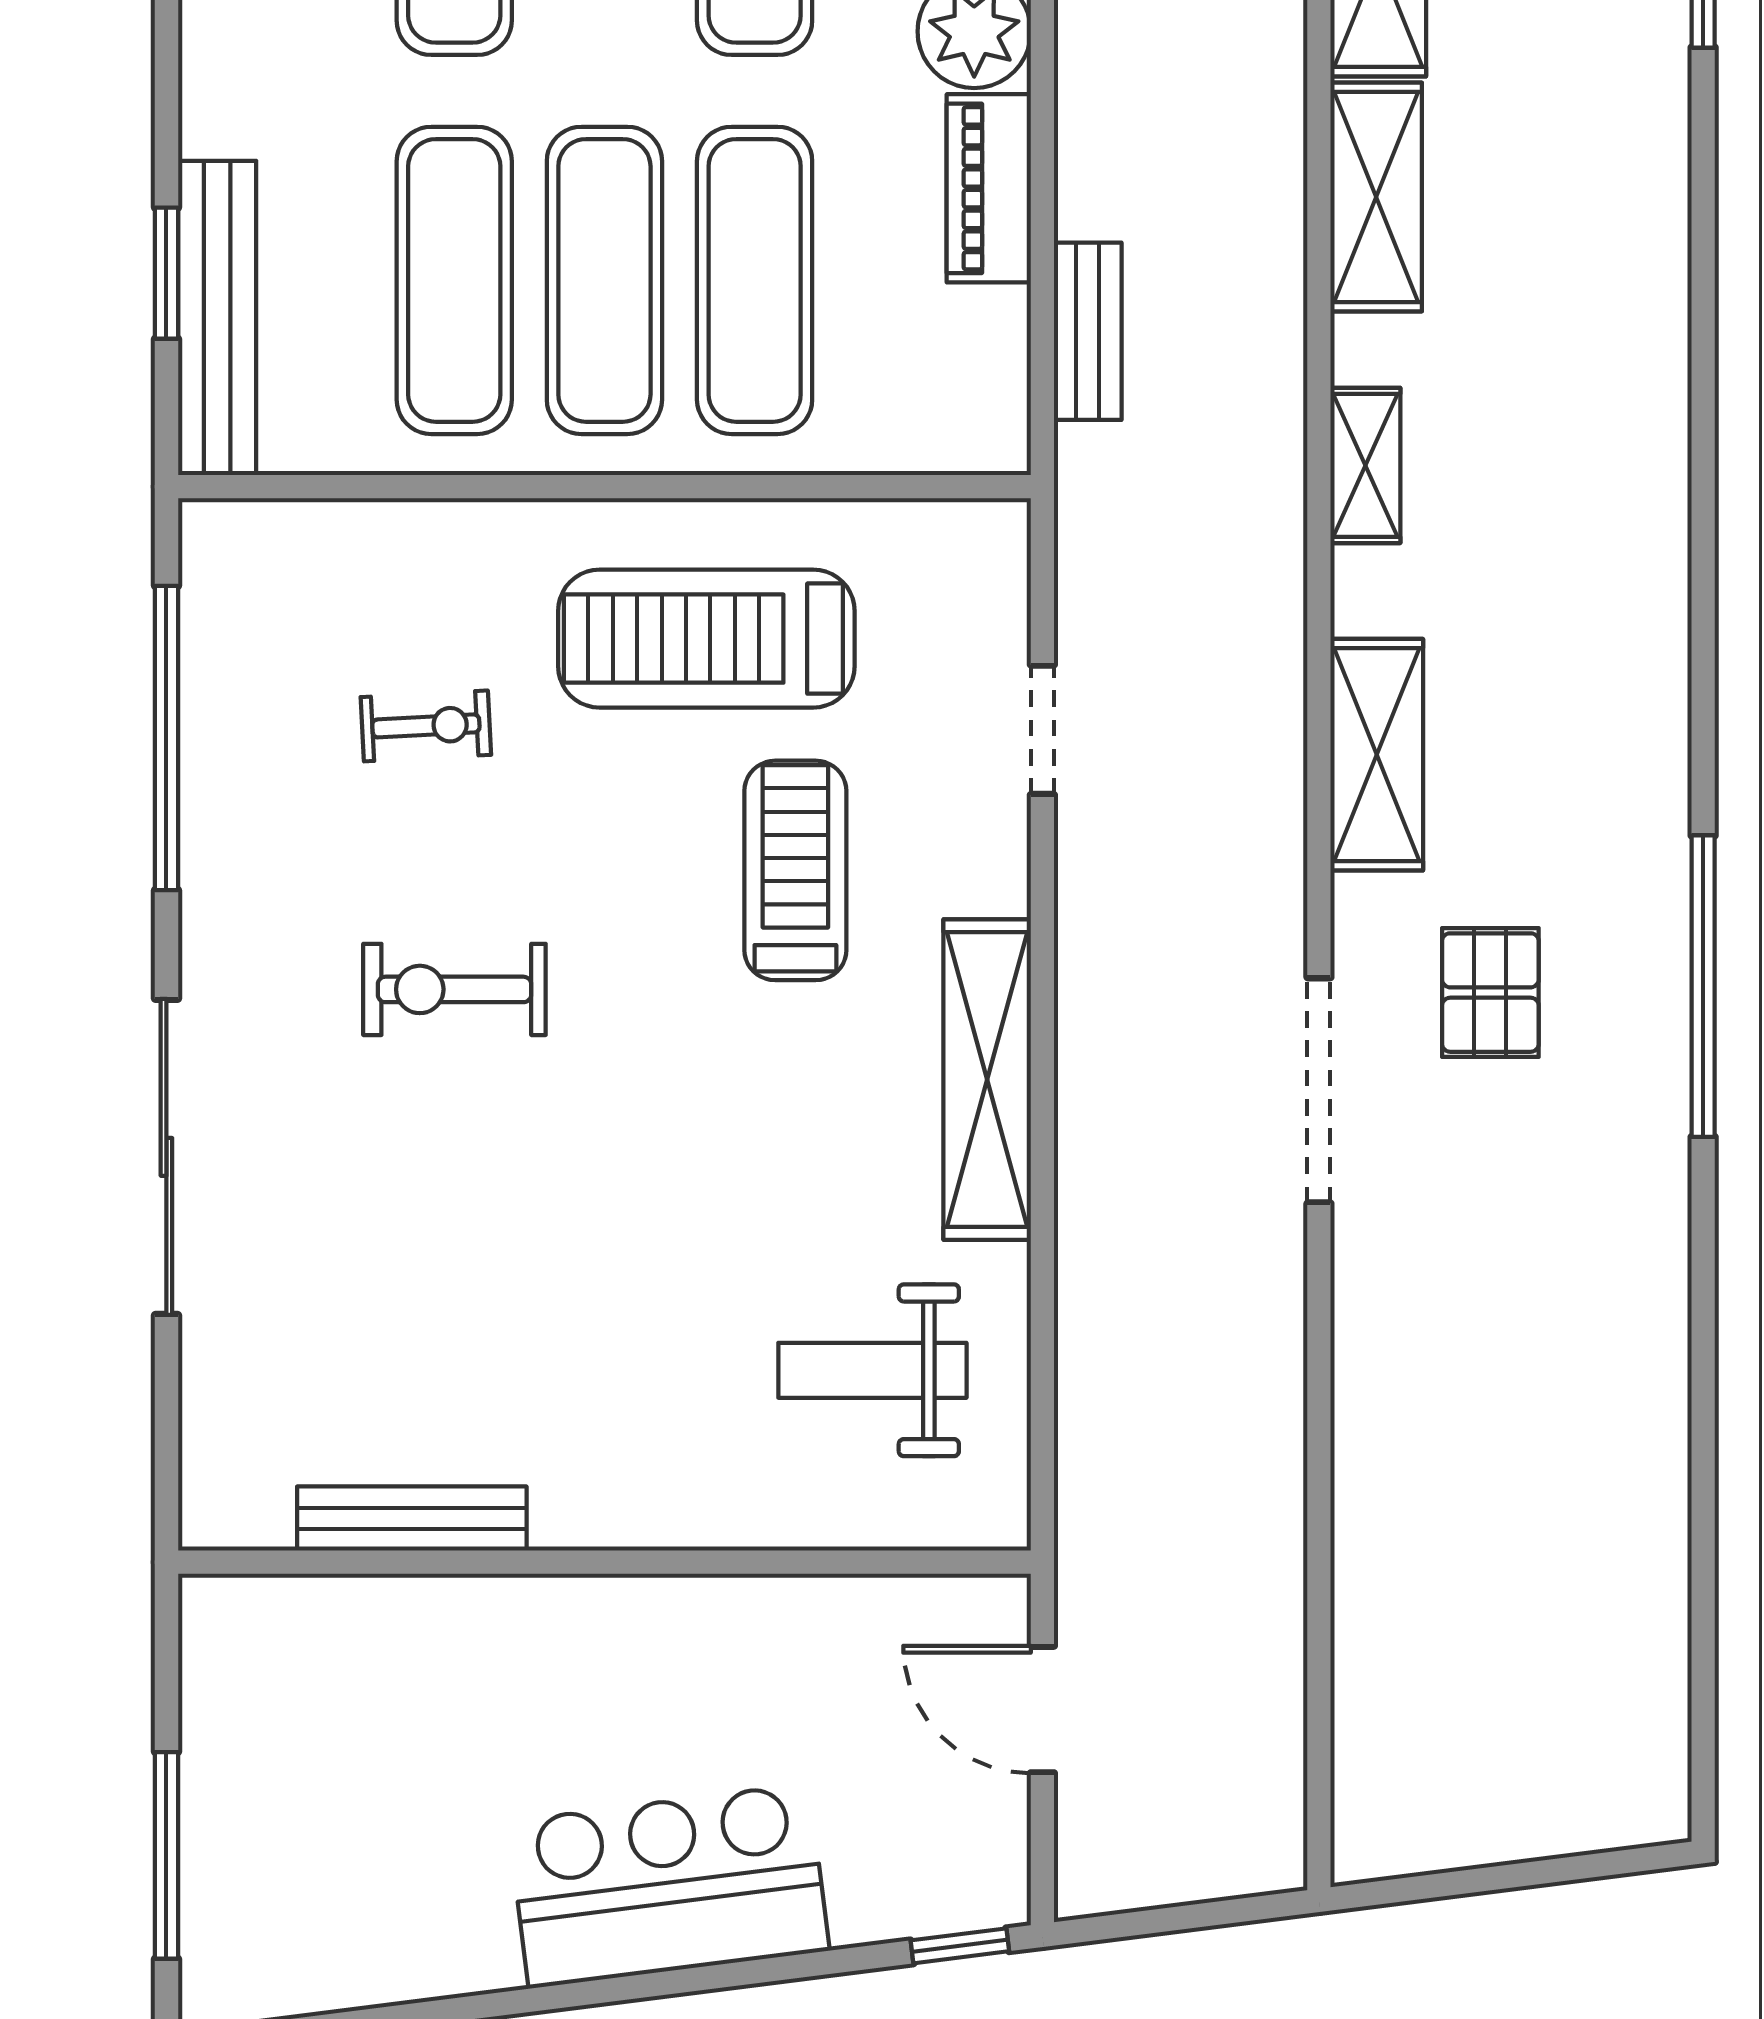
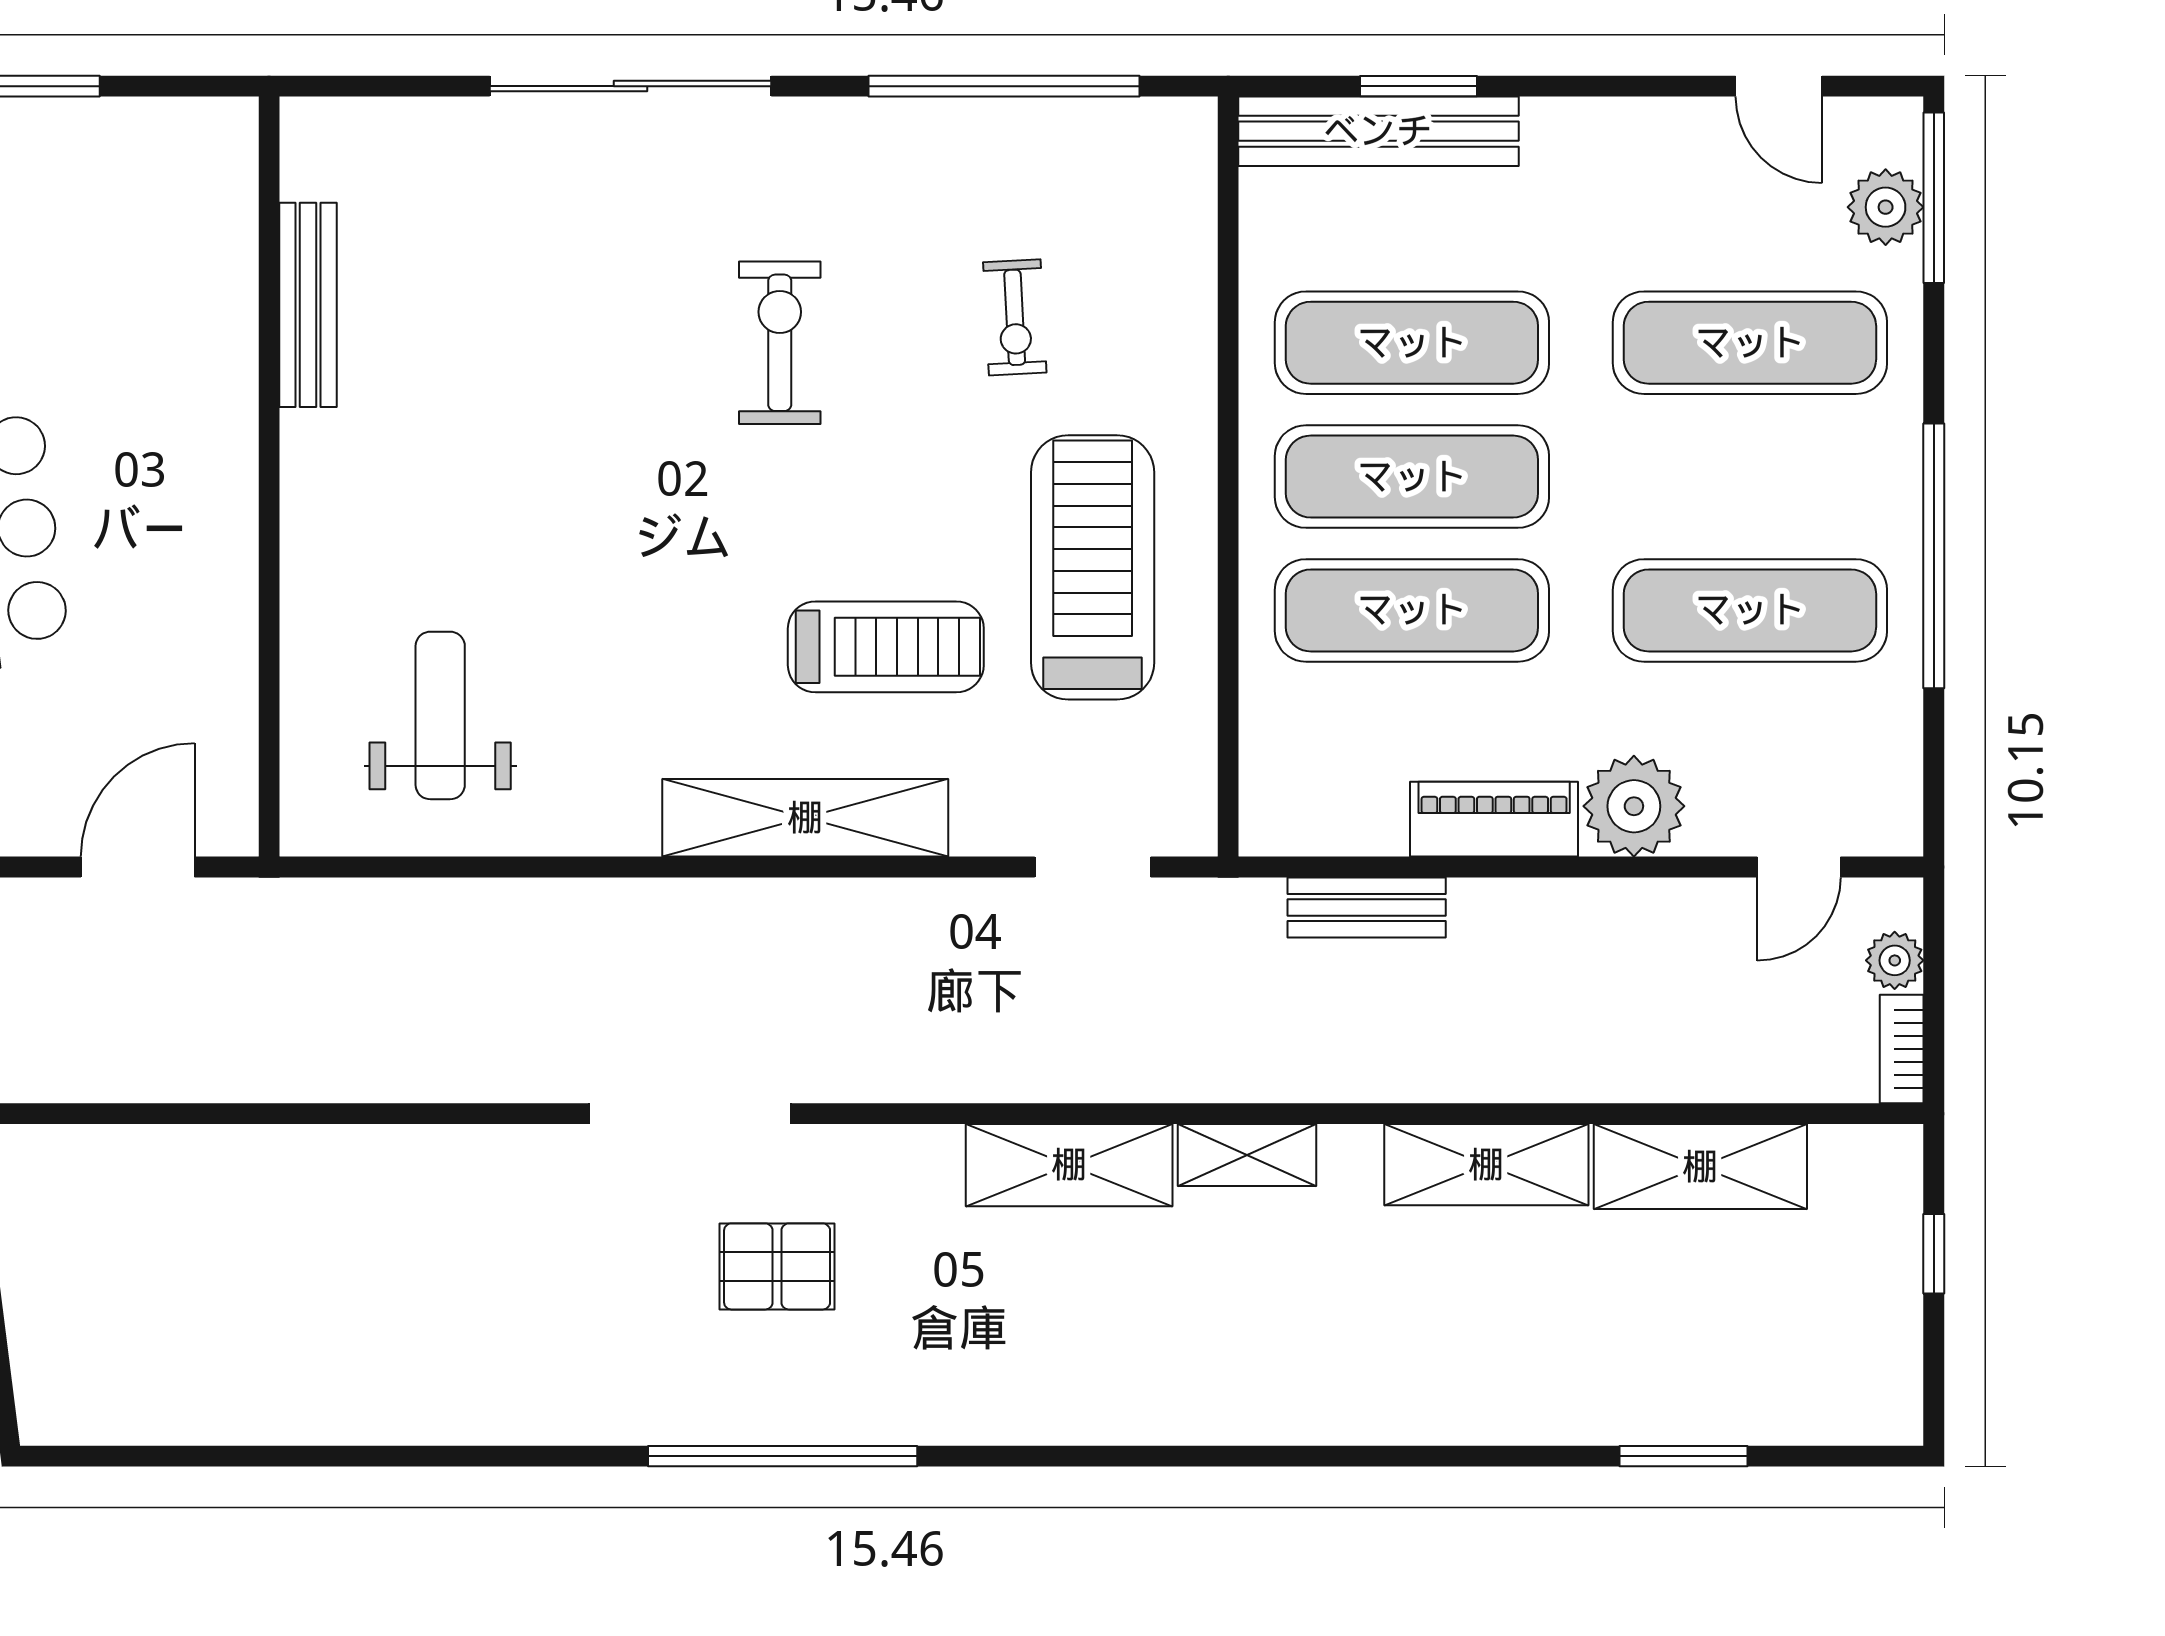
doorway: (1042, 730) -> (1093, 867), moved
shelving: (1377, 755) -> (1069, 1165), moved
shelving: (987, 1080) -> (805, 818), moved

